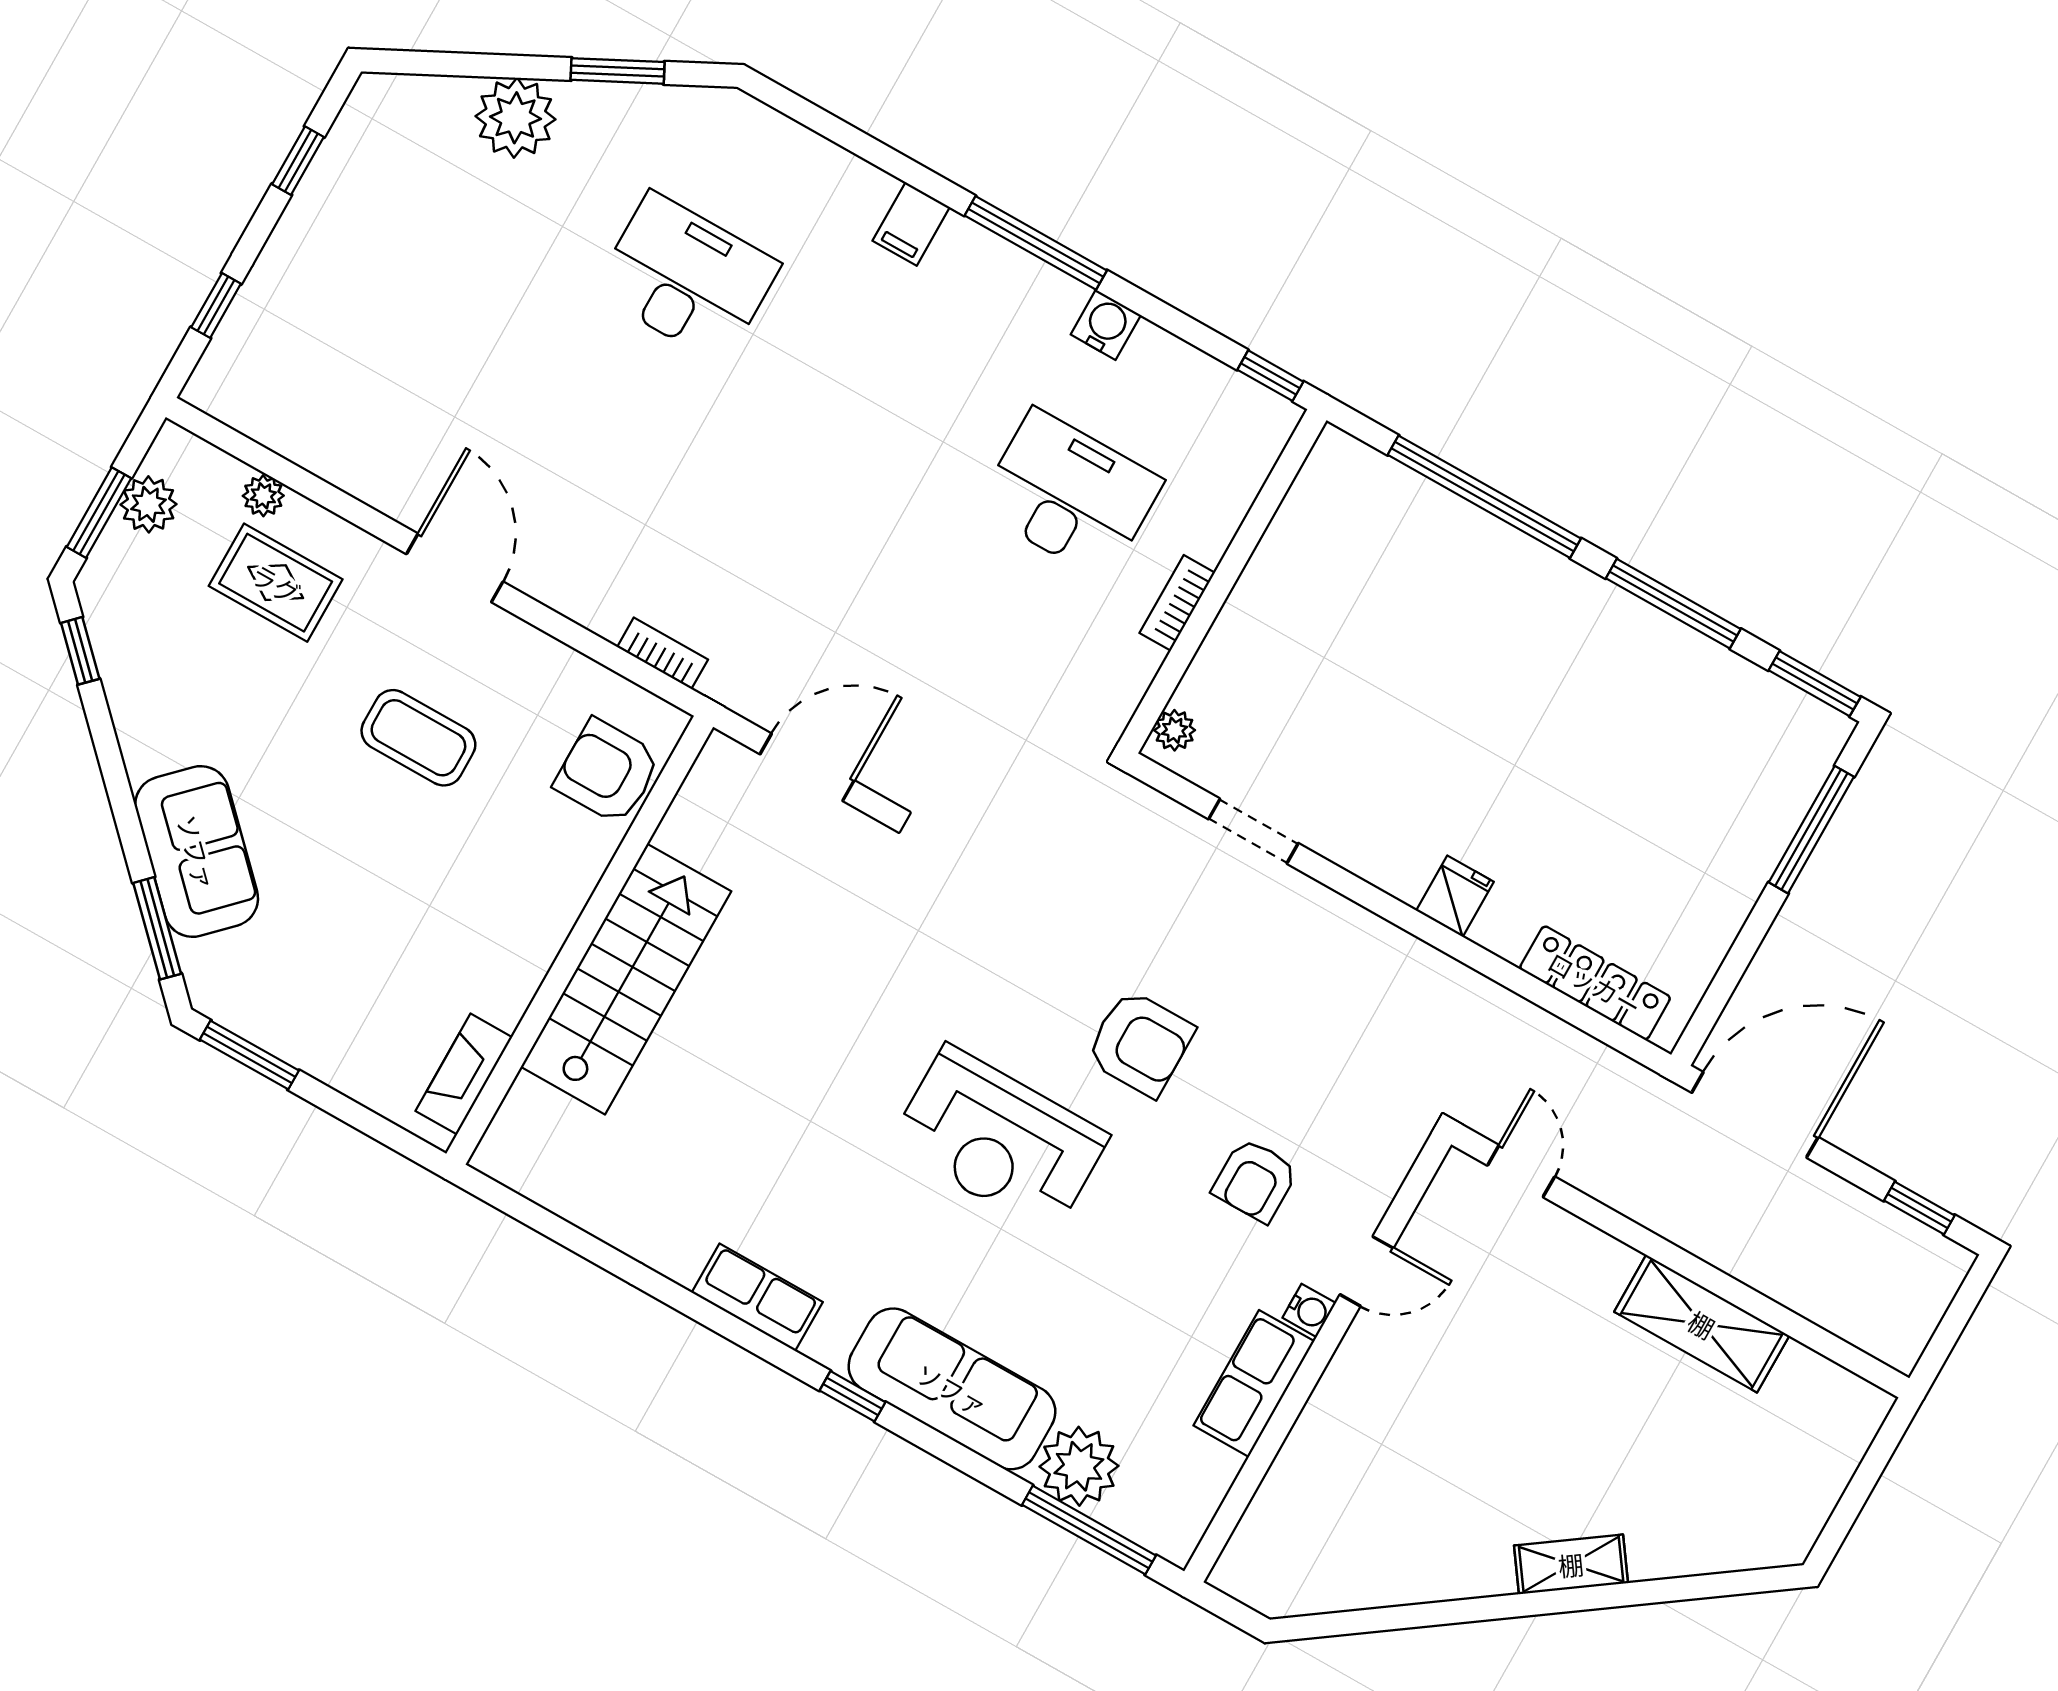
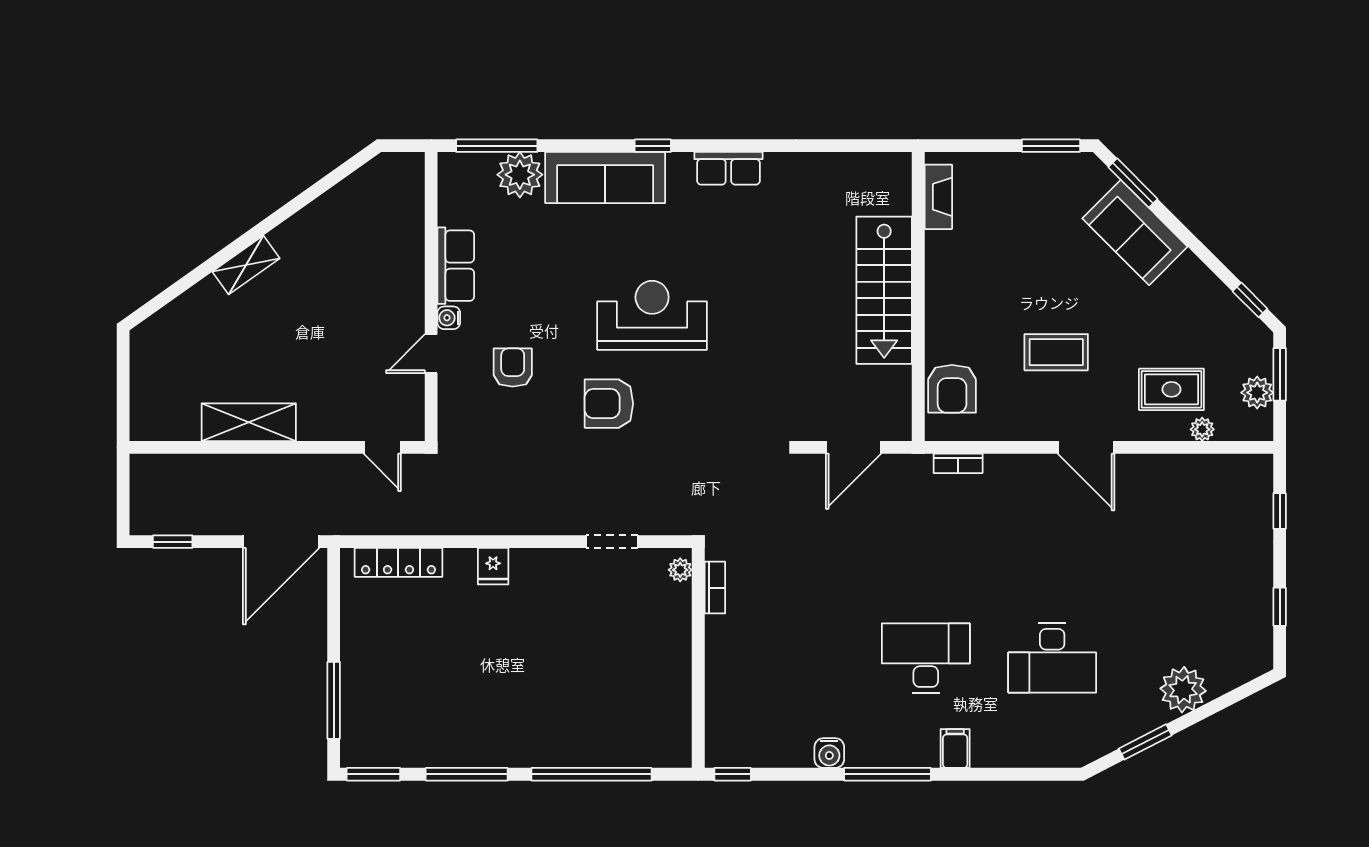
desk: (1070, 495) -> (926, 658), moved, turned 180
bookcase: (1177, 603) -> (715, 588), moved
armchair: (608, 772) -> (952, 389), turned 90

